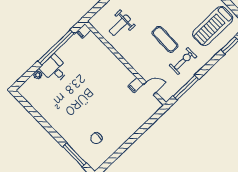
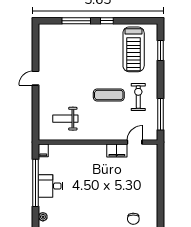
weight bench: (120, 25) -> (65, 119), turned 90
desk: (54, 69) -> (51, 186), moved
filing cabinet: (135, 85) -> (117, 151), width x2.00

